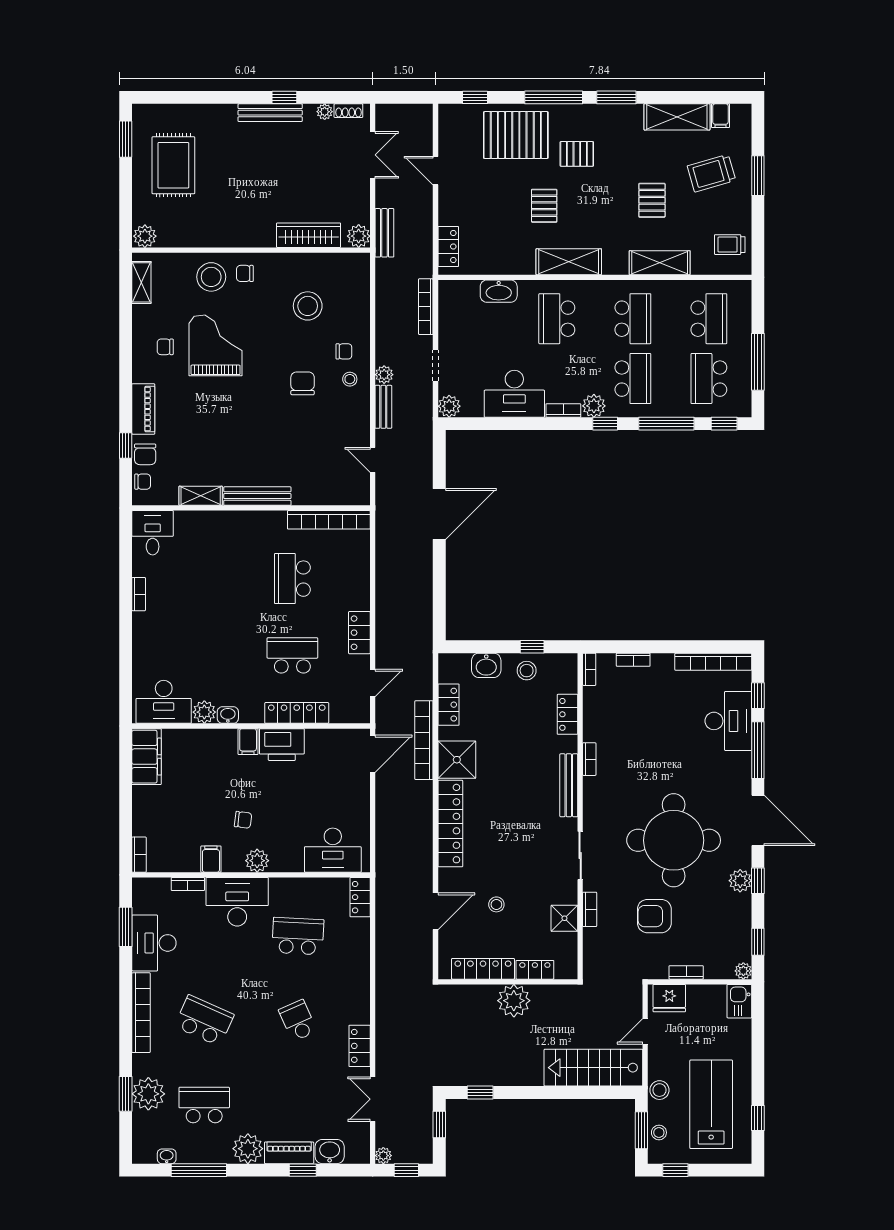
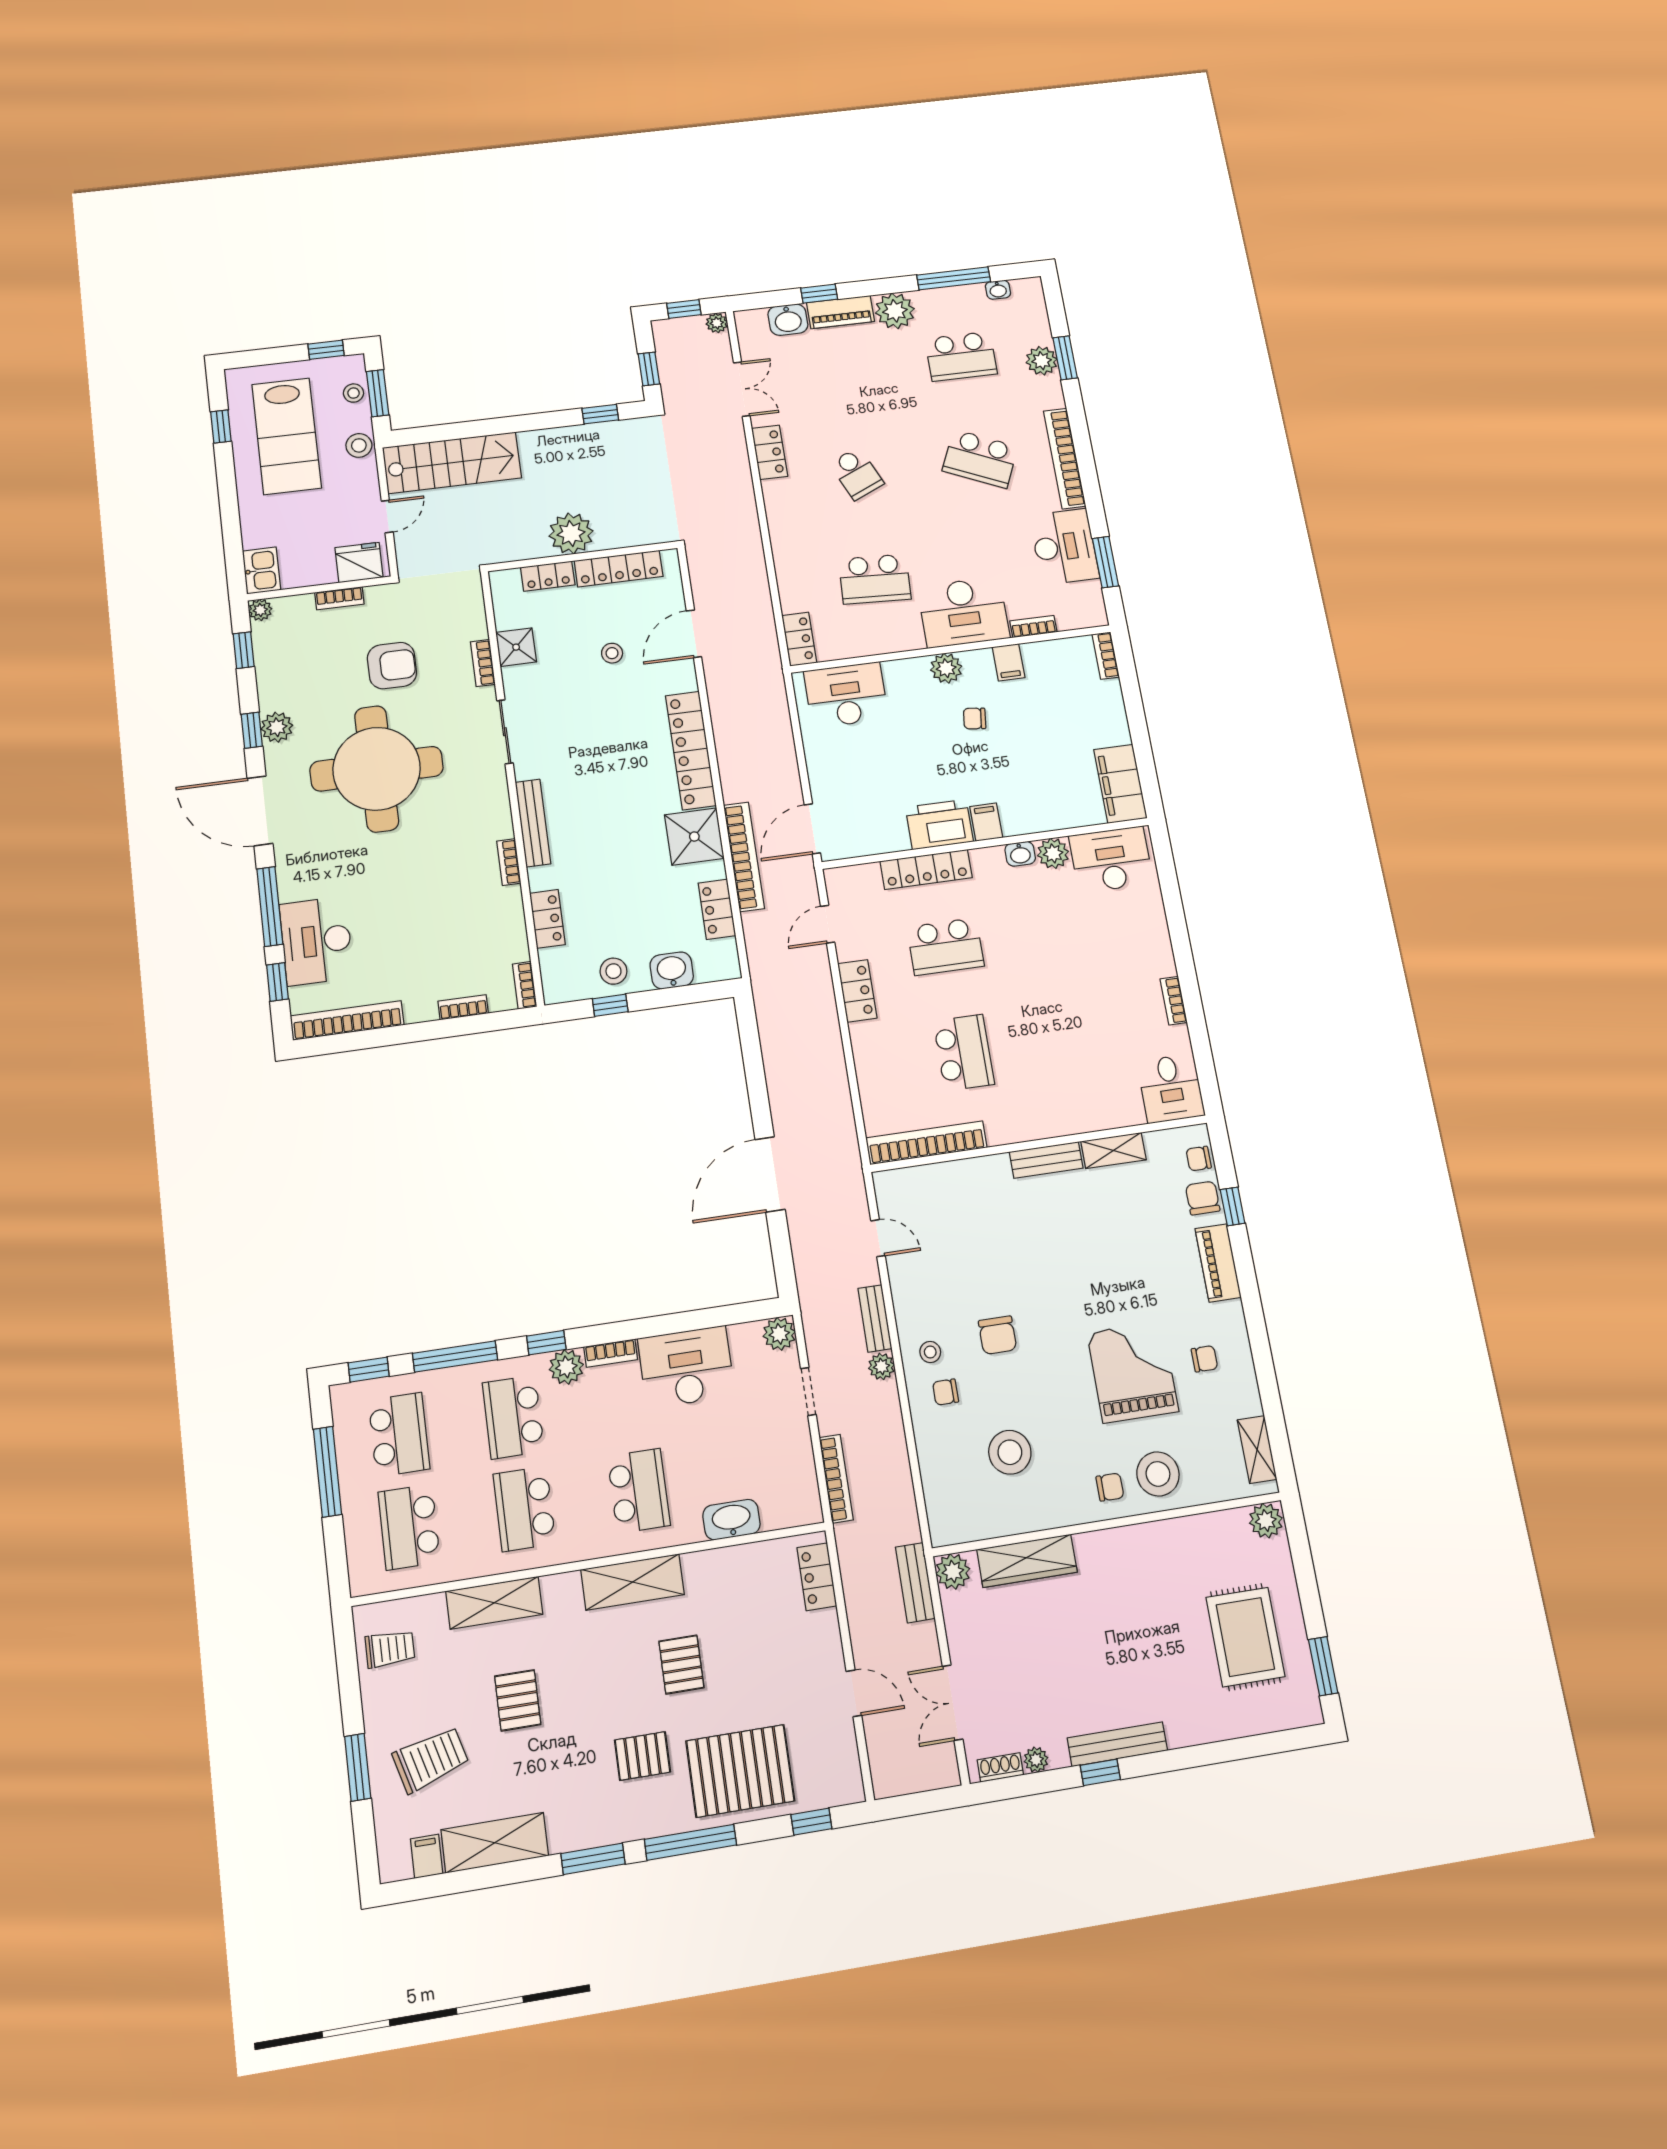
grand piano: (216, 345) -> (1133, 1372), turned 180
bench: (257, 496) -> (1046, 1160), width x0.73
plant: (148, 1094) -> (1042, 361), width x0.73, depth x0.73

